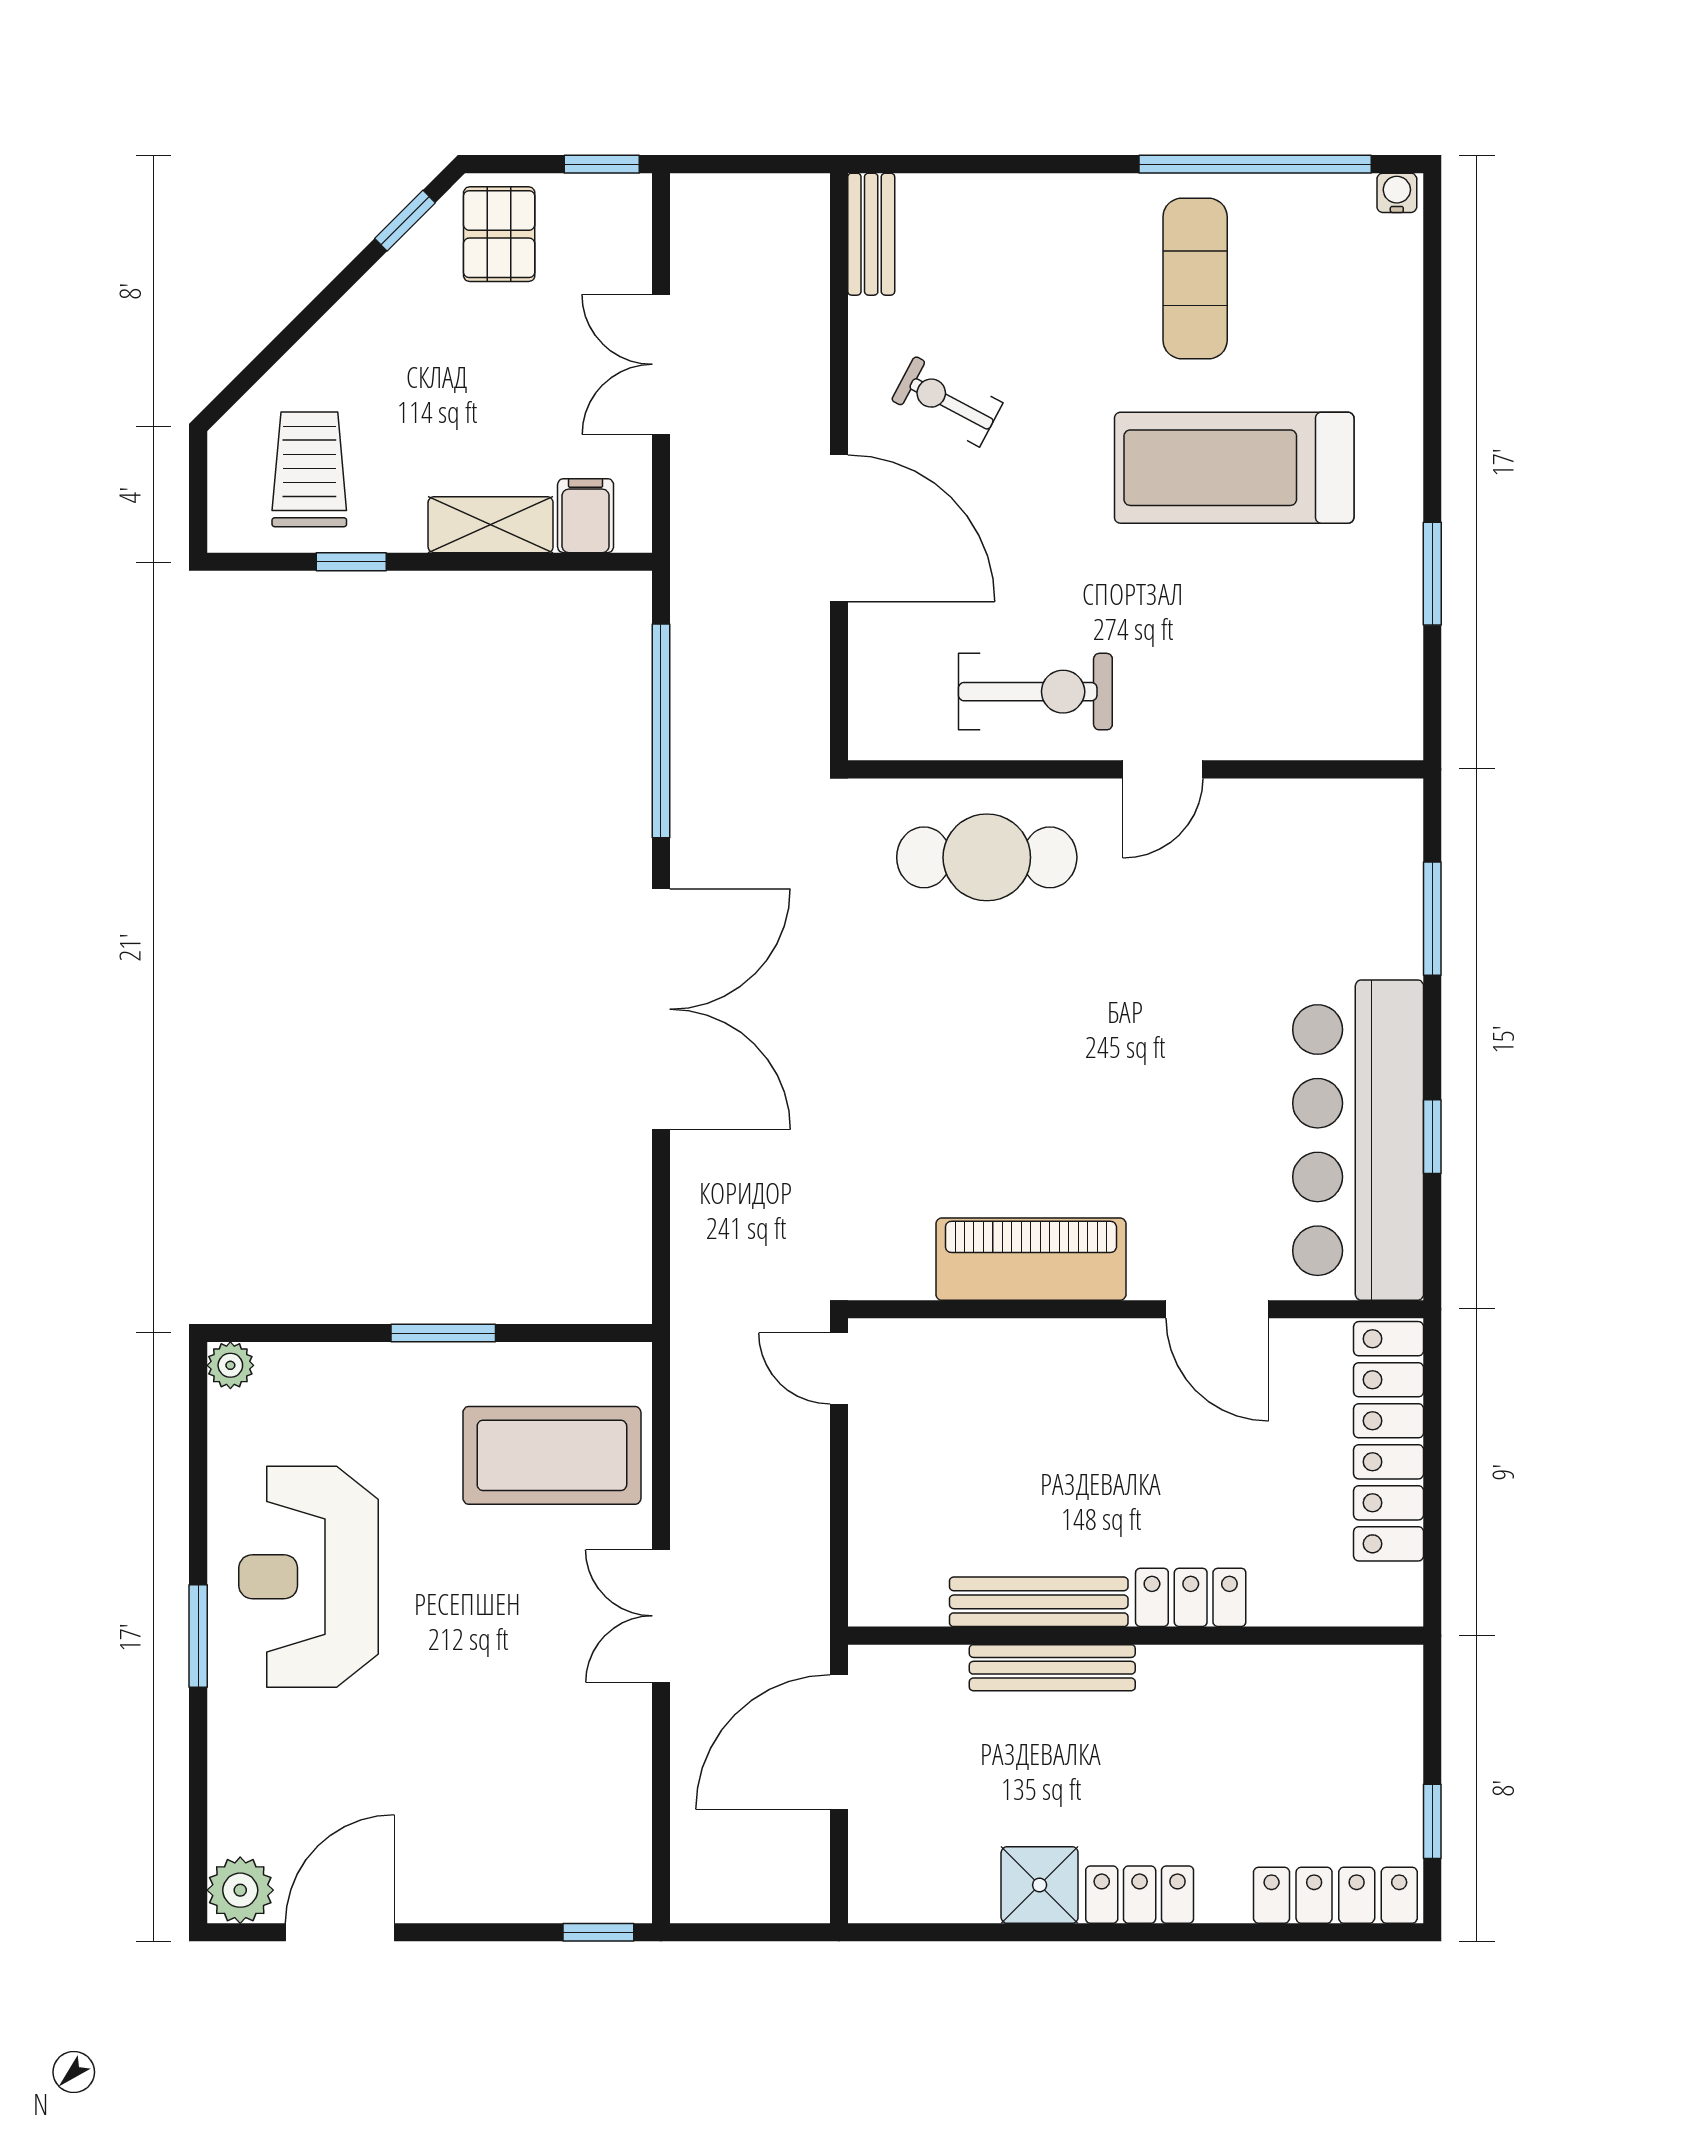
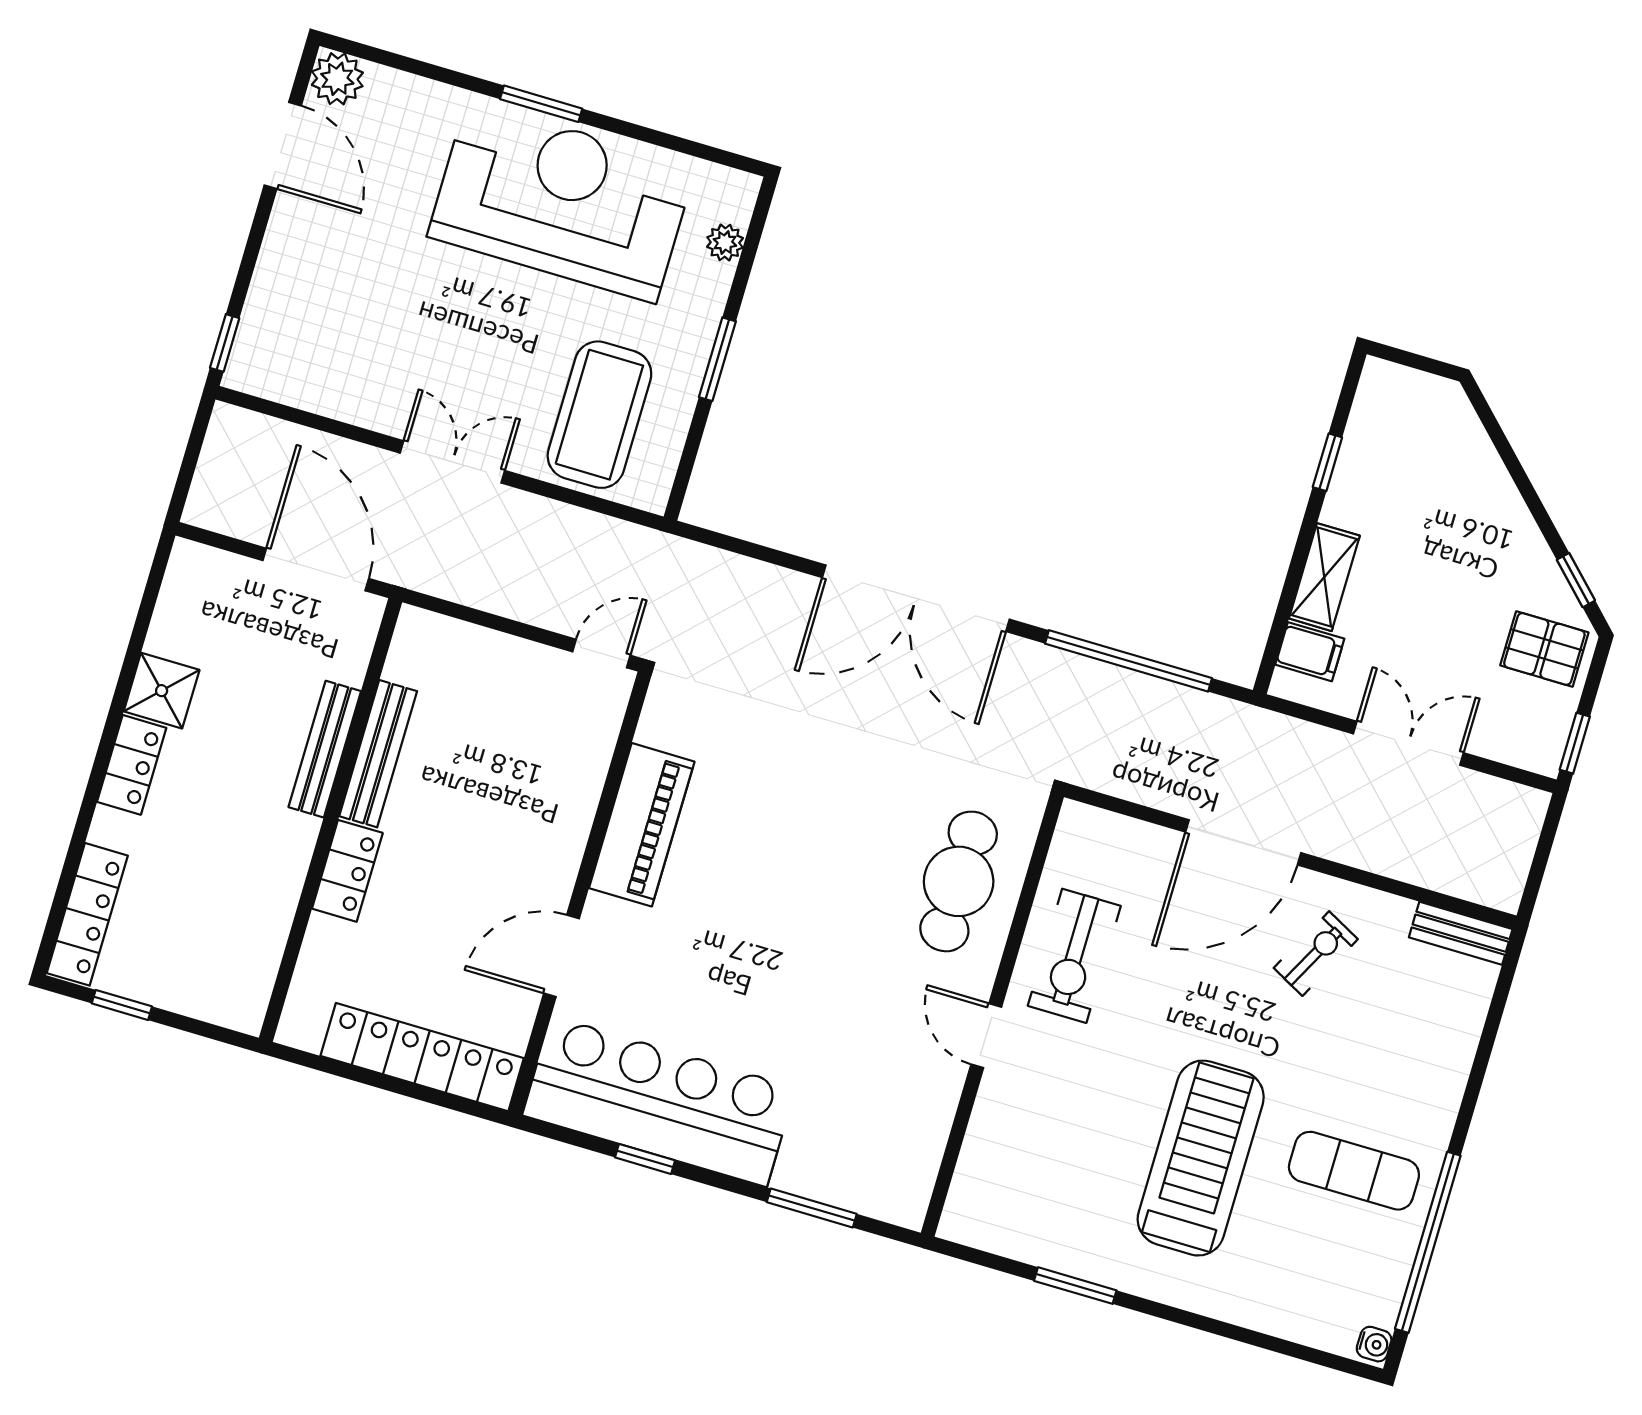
trolley: (309, 469) -> (1407, 451), removed
plant: (230, 1365) -> (725, 242), moved
reception desk: (309, 1577) -> (561, 201), width x1.36, depth x1.30

